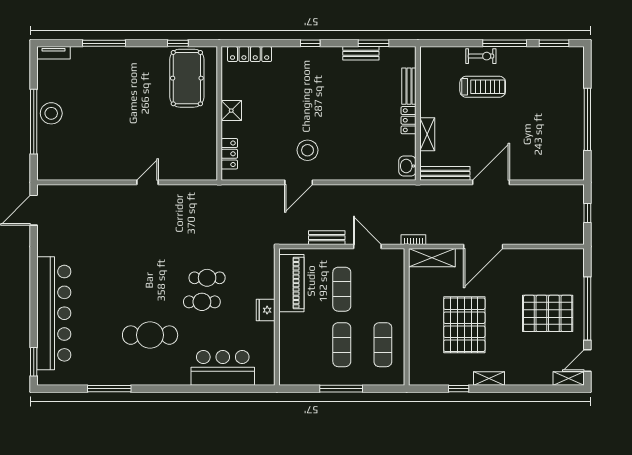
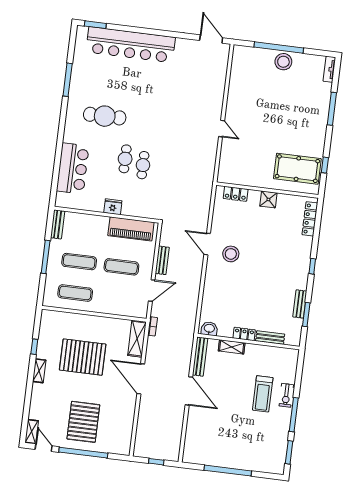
cafe table: (150, 335) -> (105, 116), turned 90
bench: (297, 378) -> (58, 224), added

